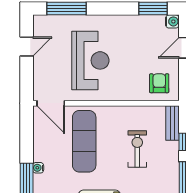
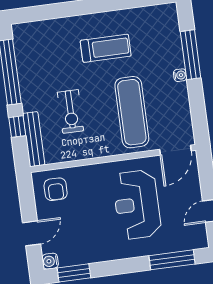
door: (51, 103) -> (175, 150), swing flipped
bench: (172, 123) -> (34, 139), width x1.36

